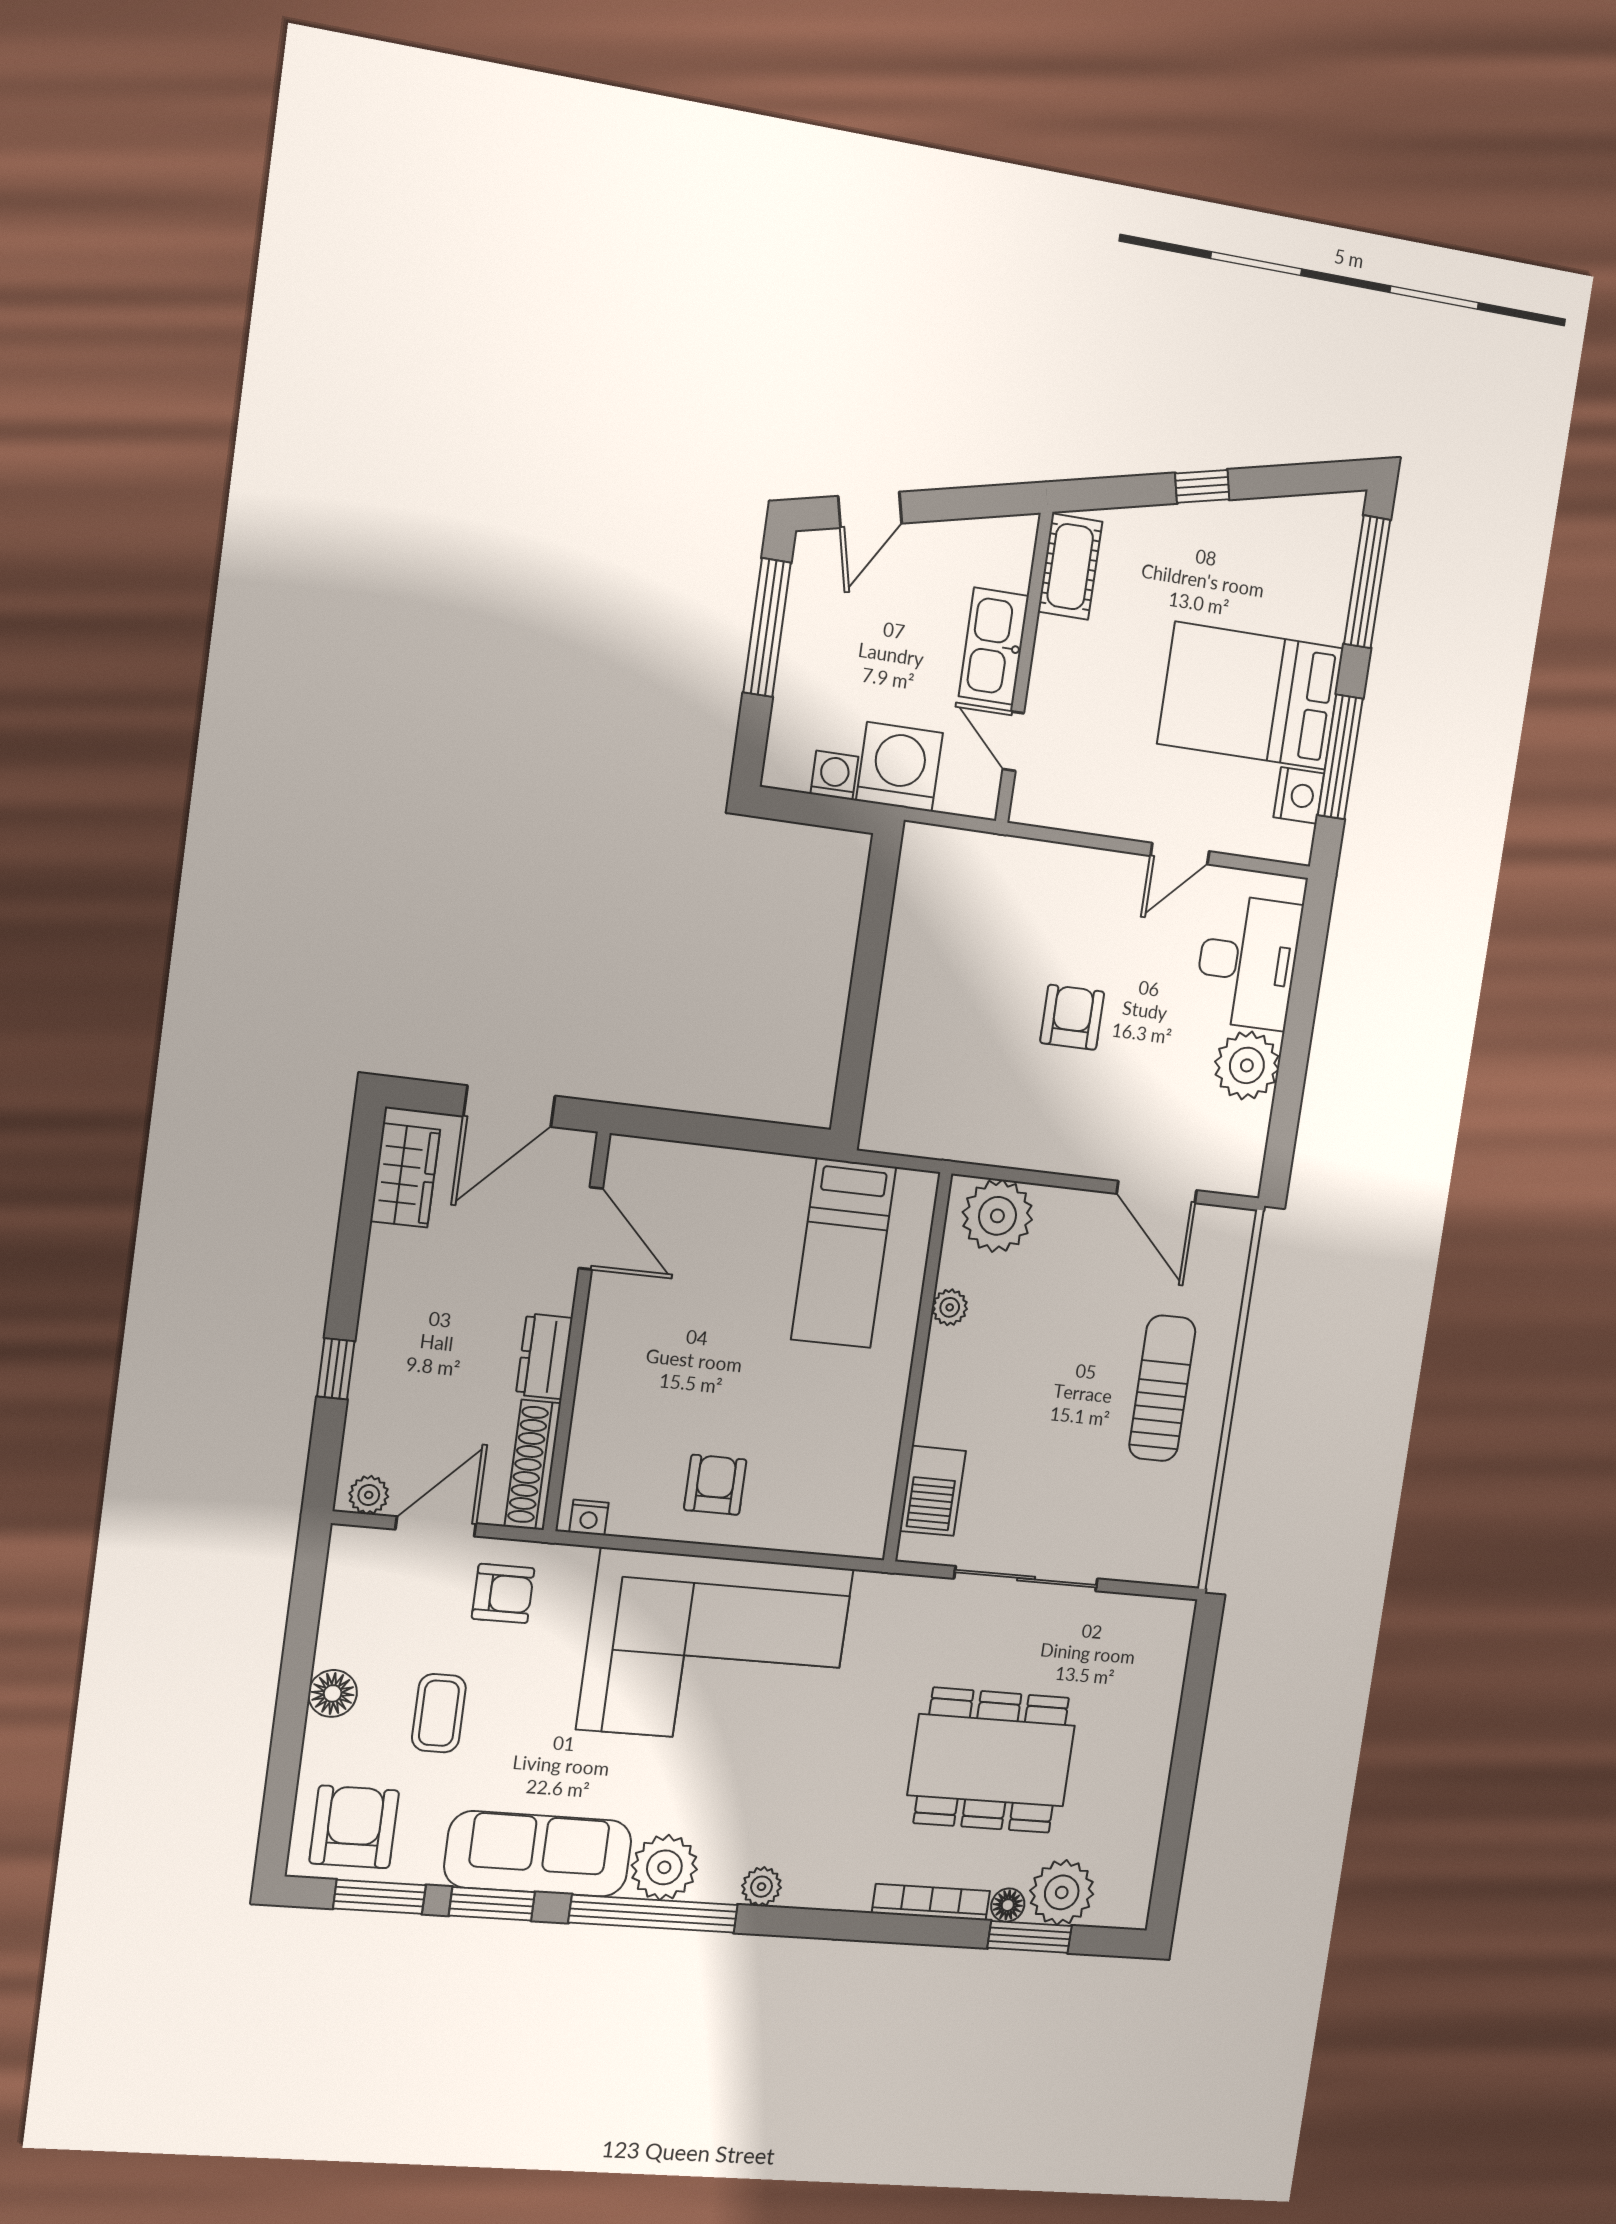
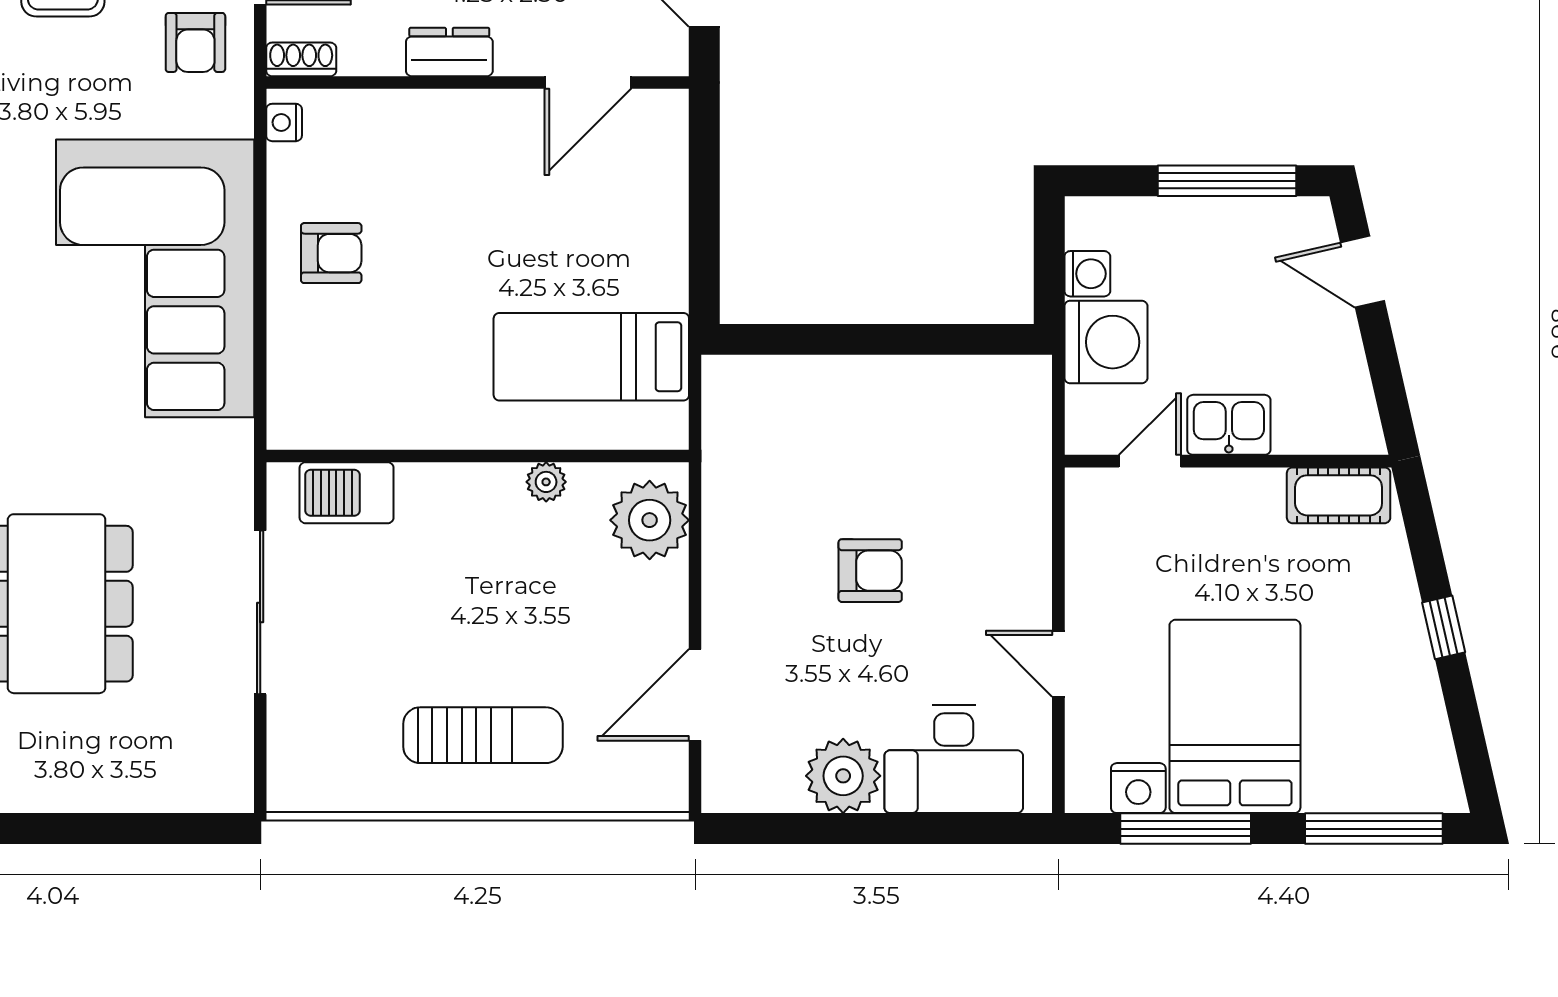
kitchen sink: (994, 646) -> (1229, 425), width x0.73
shoe rack: (533, 1465) -> (301, 59), width x0.51, depth x0.81

